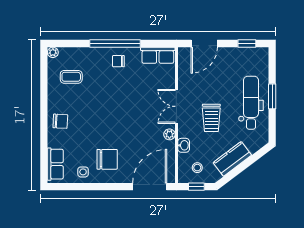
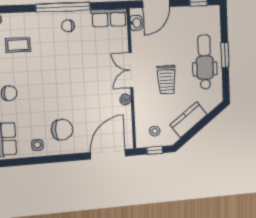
washbasin: (184, 145) -> (136, 23), moved

